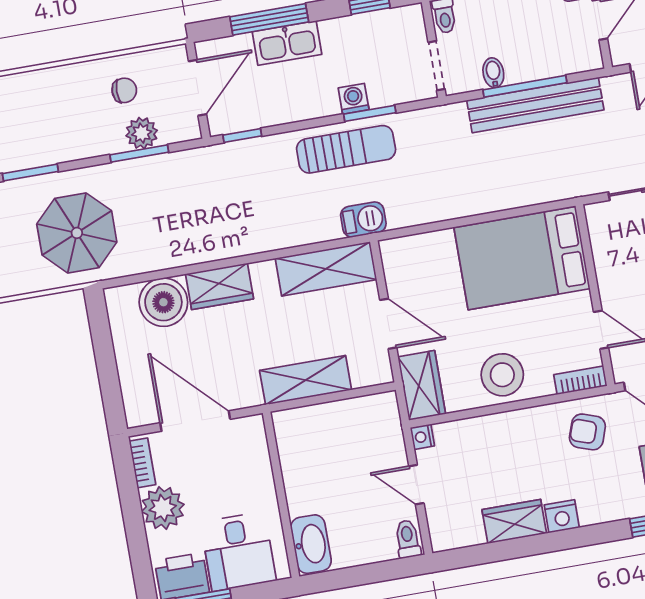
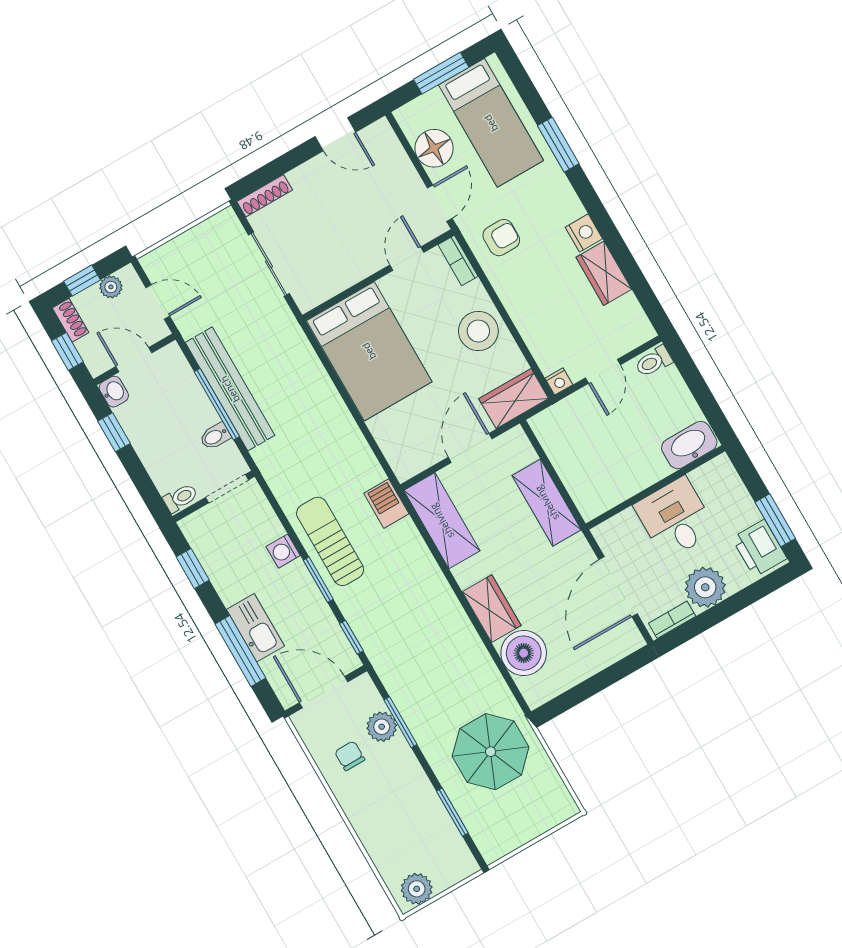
window: (370, 113) -> (318, 580), moved
armchair: (587, 432) -> (501, 238), turned -109
desk: (238, 551) -> (675, 518), moved, turned -90

